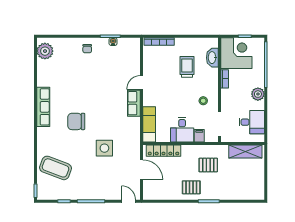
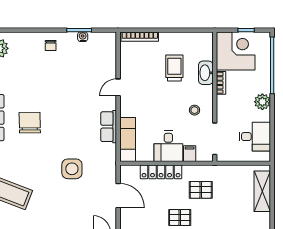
washbasin: (212, 58) -> (206, 73), moved
row of seats: (134, 103) -> (109, 127), moved
chair: (76, 121) -> (30, 123), moved, turned 89
locker: (164, 151) -> (161, 172), moved
shelving: (245, 152) -> (262, 191), moved, turned 90

